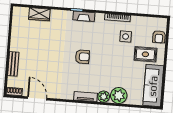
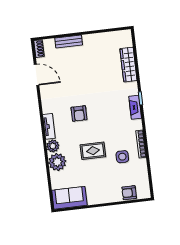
wardrobe: (39, 14) -> (128, 65), width x1.50
rug: (145, 54) -> (93, 151), moved, turned 90
armchair: (82, 57) -> (79, 114), moved
sofa: (153, 86) -> (69, 198), width x0.73
door: (37, 98) -> (37, 75), hinge flipped

